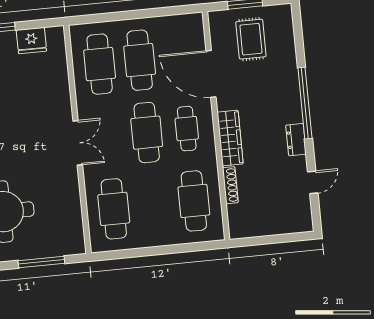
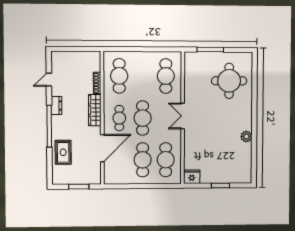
rug: (251, 39) -> (63, 152), moved
fridge: (31, 41) -> (192, 177), moved
door: (211, 74) -> (102, 148), hinge flipped

